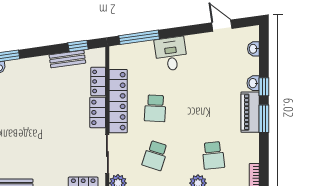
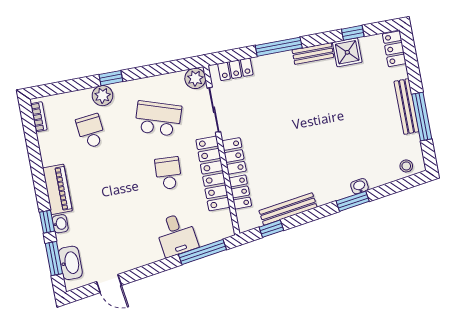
washbasin: (253, 49) -> (70, 263), width x1.91, depth x1.45
desk: (171, 54) -> (176, 235), moved
bench: (67, 59) -> (288, 209), width x1.36
window: (264, 119) -> (54, 258), moved
school desk: (155, 155) -> (158, 119), width x1.85

